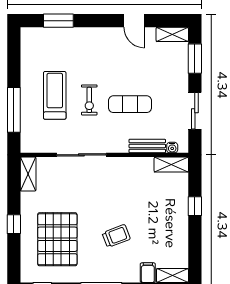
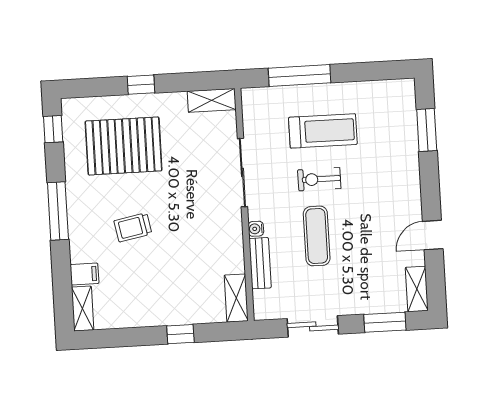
water cooler: (172, 148) -> (256, 229), moved
trolley: (116, 236) -> (133, 227), turned 100

